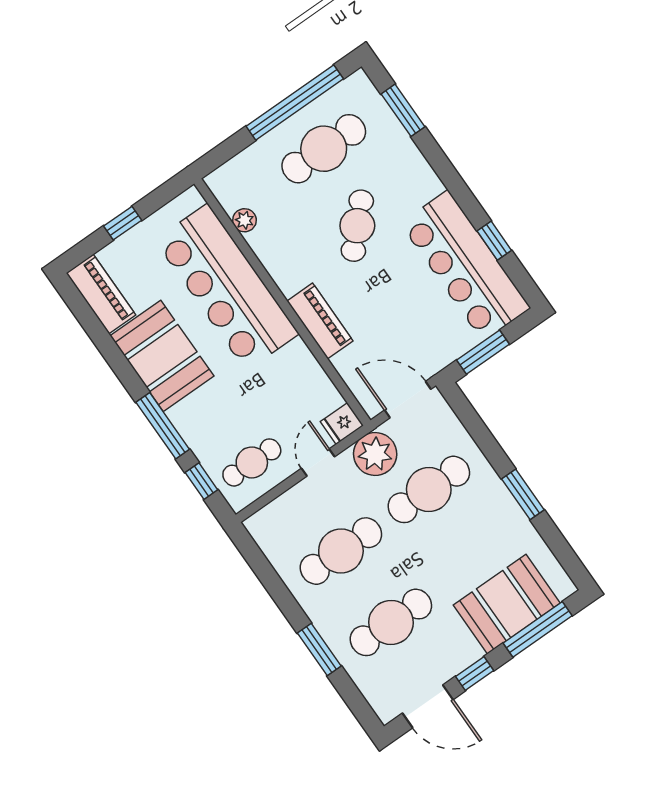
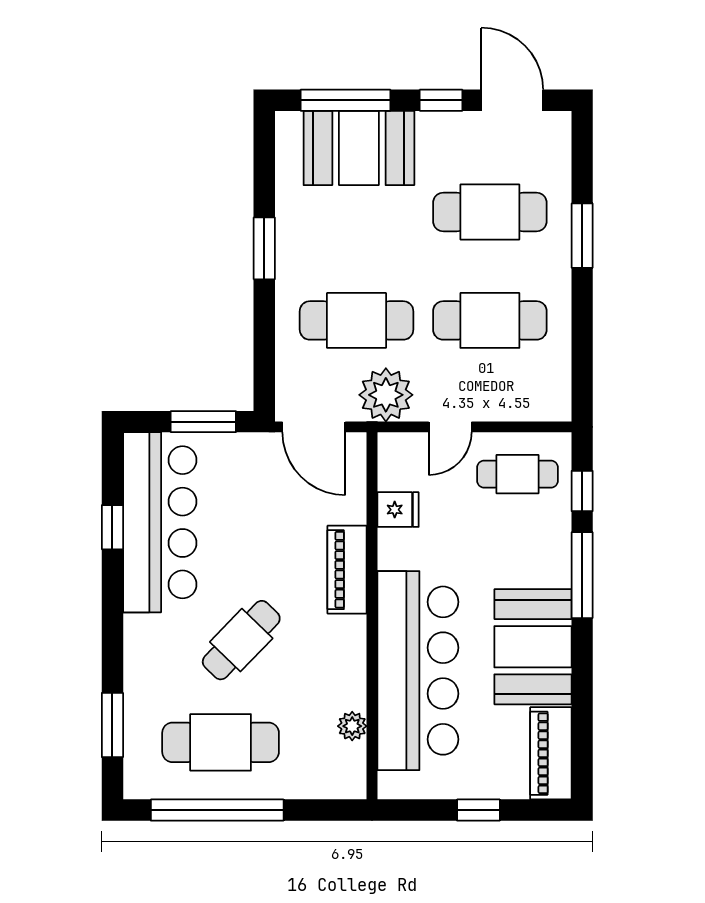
fridge: (342, 424) -> (398, 510), moved

